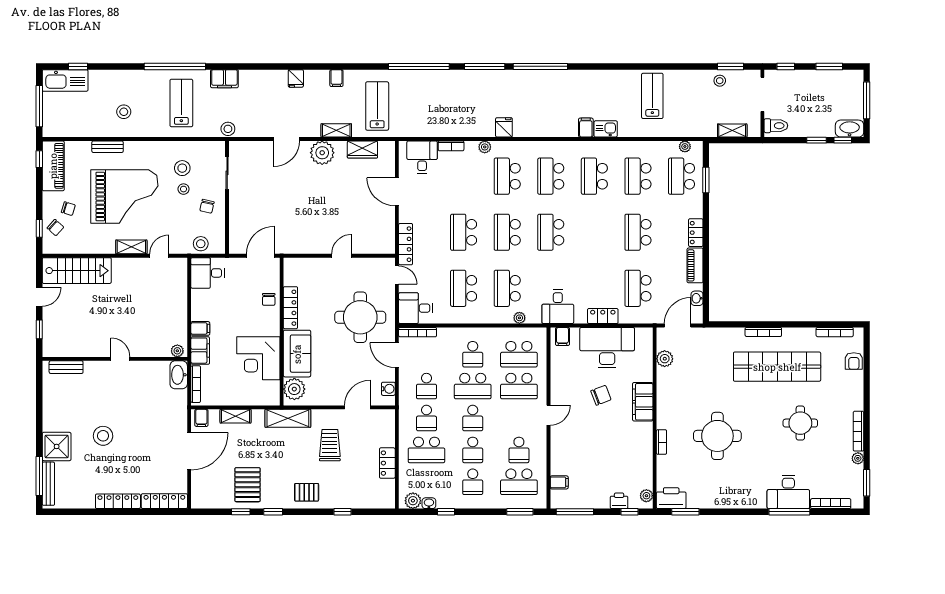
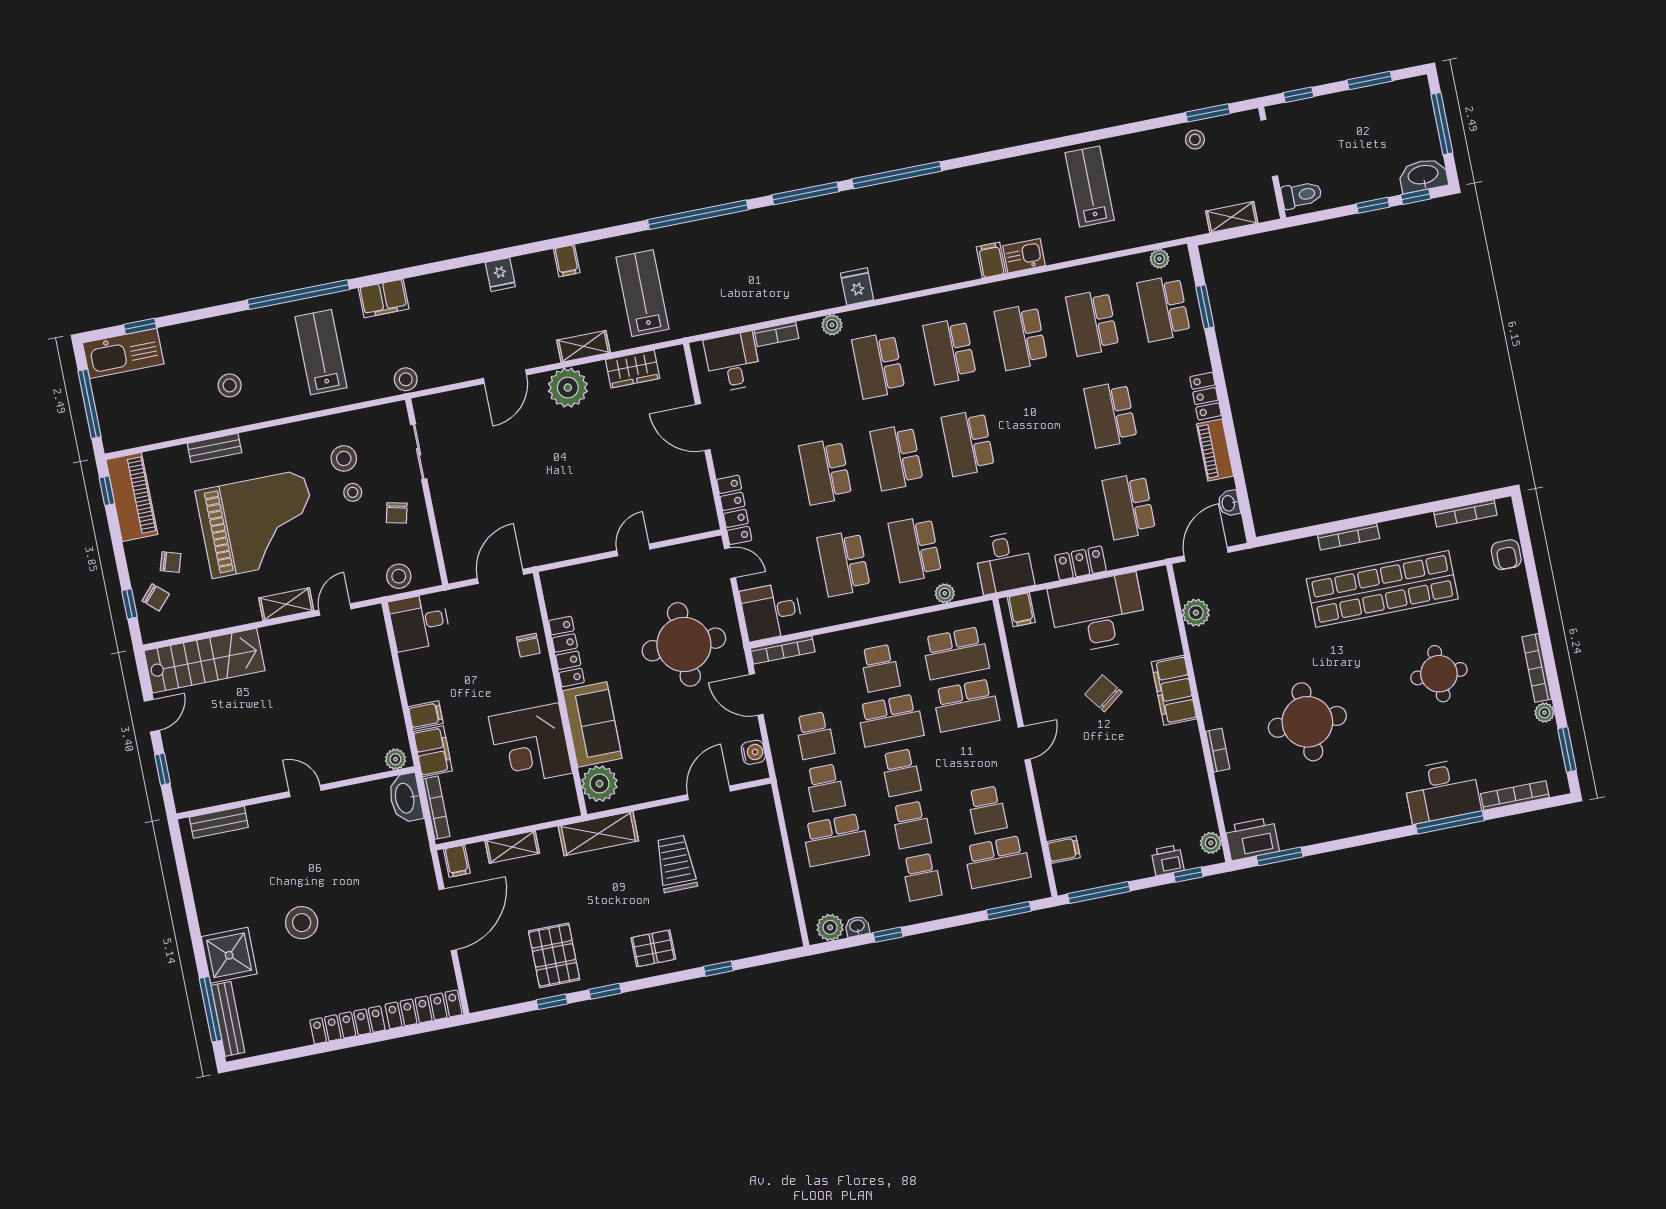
chair: (601, 395) -> (1103, 693), turned -106
locker: (387, 463) -> (776, 874), removed

